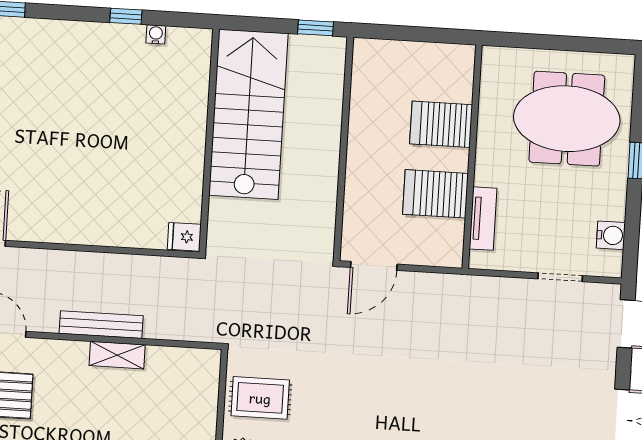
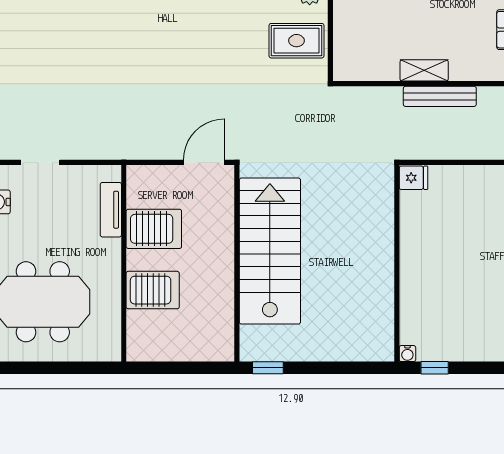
stairs: (248, 114) -> (270, 251), moved, turned 180
wall: (209, 141) -> (397, 263), moved
fridge: (184, 237) -> (413, 178), moved

